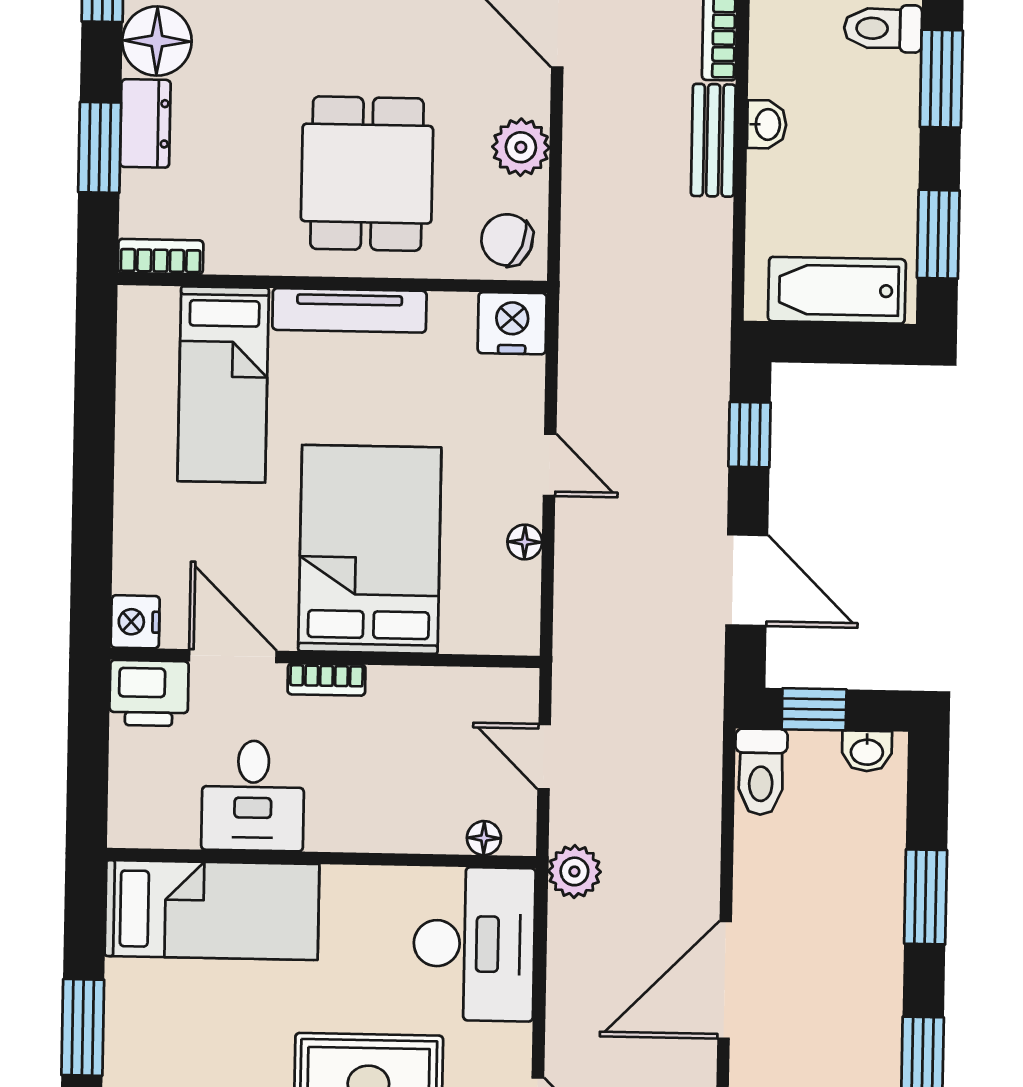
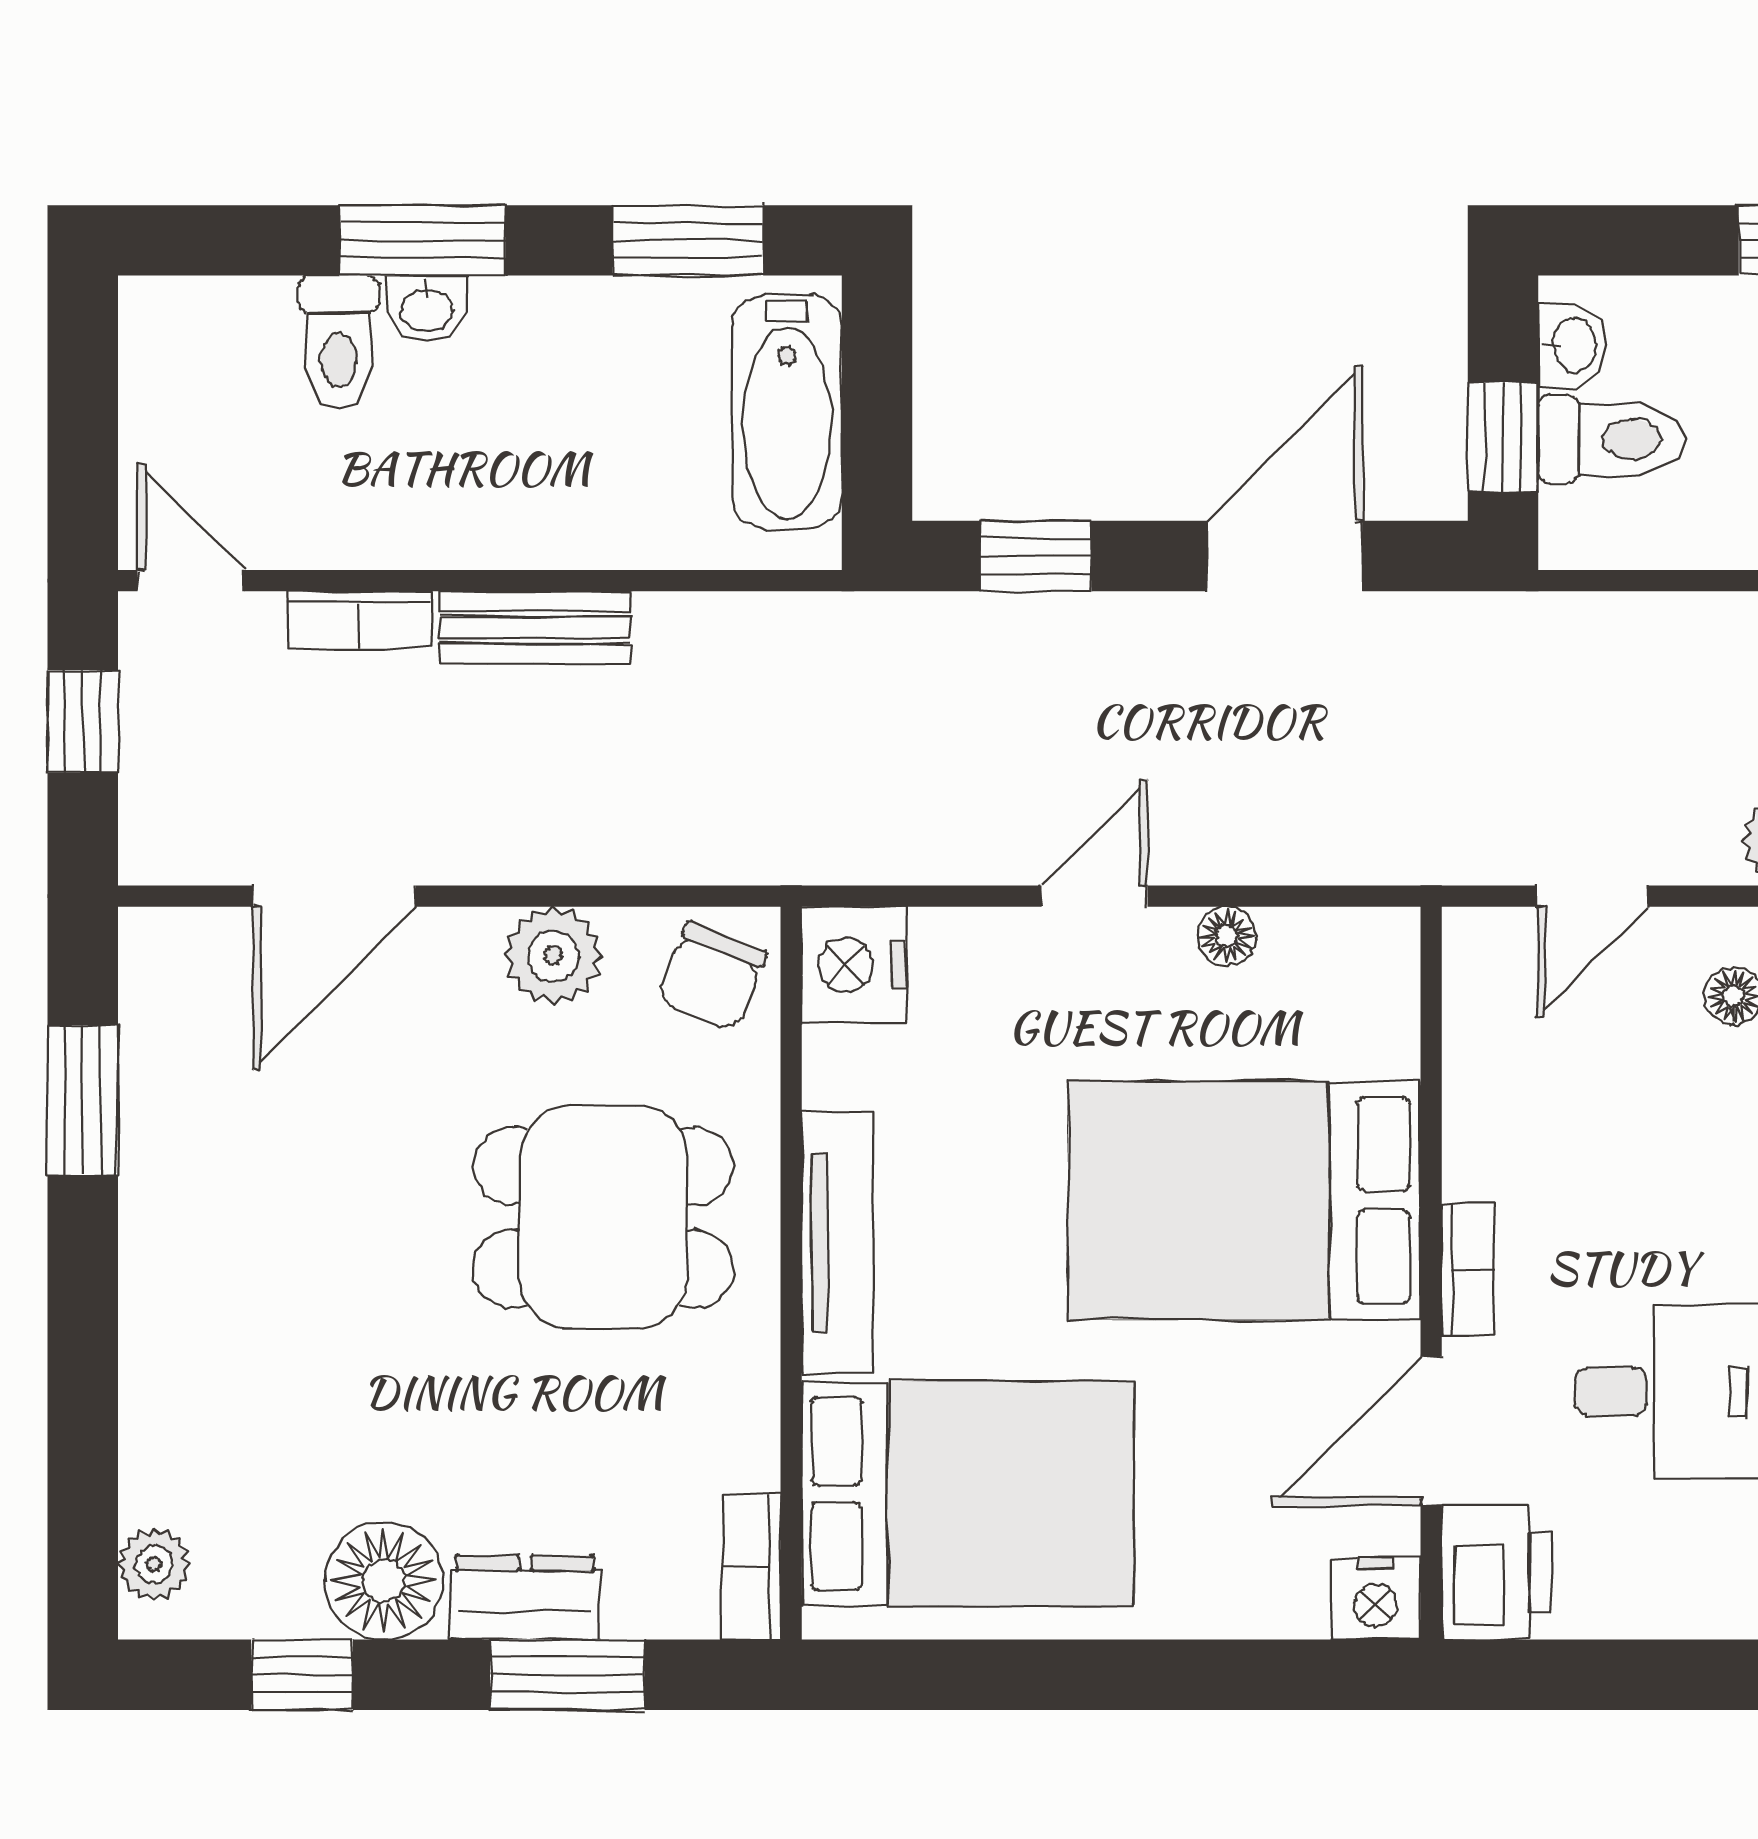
washbasin: (767, 124) -> (427, 308), moved, turned 180
bed: (223, 384) -> (968, 1493), width x1.50
toilet: (761, 772) -> (1611, 439), moved

